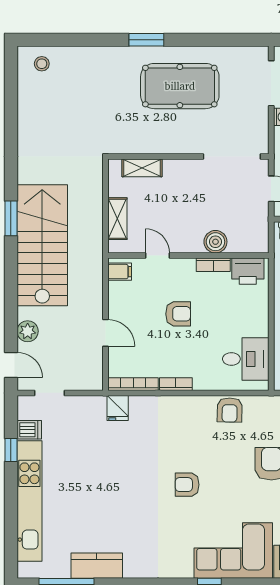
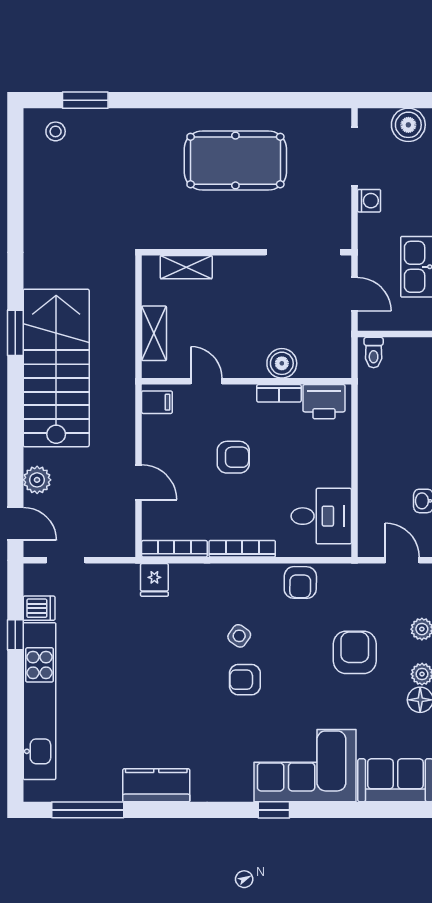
window: (146, 40) -> (85, 100), moved
bookcase: (176, 384) -> (242, 549), width x1.56
side table: (183, 451) -> (239, 636), added
kitchen counter: (97, 566) -> (156, 785), moved

